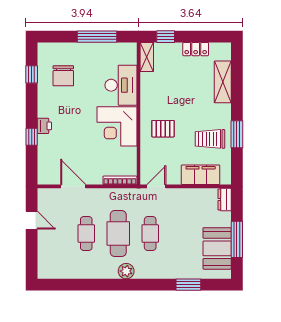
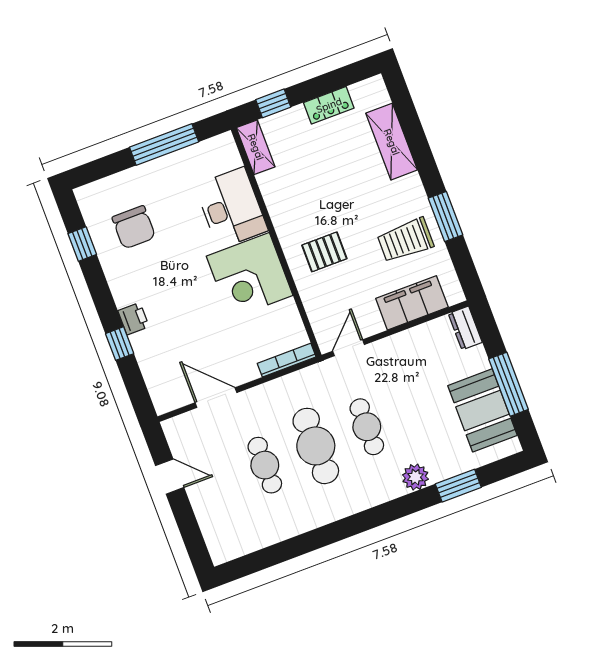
plant: (126, 271) -> (415, 477), moved

